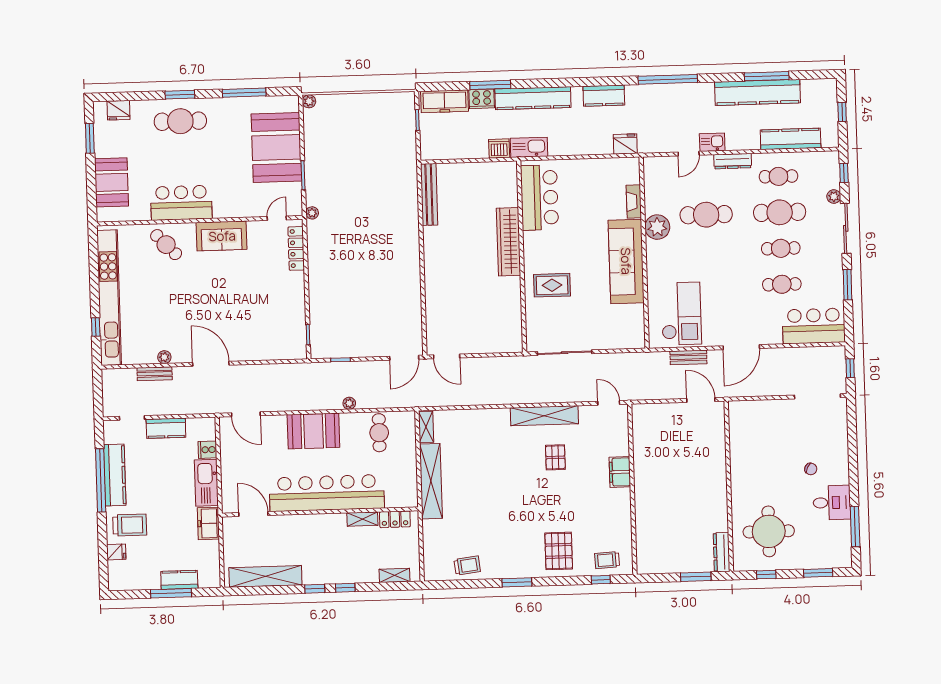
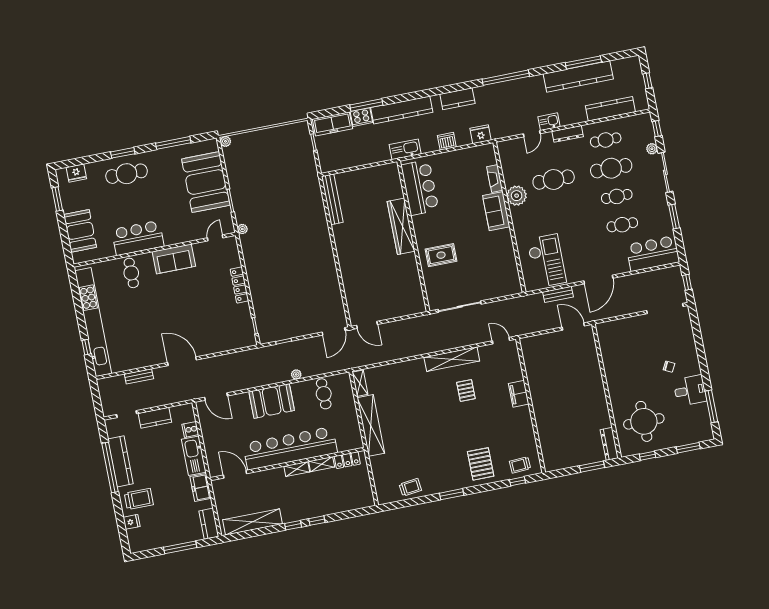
dishwasher: (499, 148) -> (447, 141), moved
cafe table: (166, 245) -> (131, 273), turned 44
locker: (296, 248) -> (239, 285), moved
sofa: (626, 261) -> (496, 211), width x0.54, depth x0.79
plant: (164, 357) -> (144, 362), removed
shelving: (395, 575) -> (297, 469), moved
kitchen counter: (179, 580) -> (209, 524), moved, turned -90

